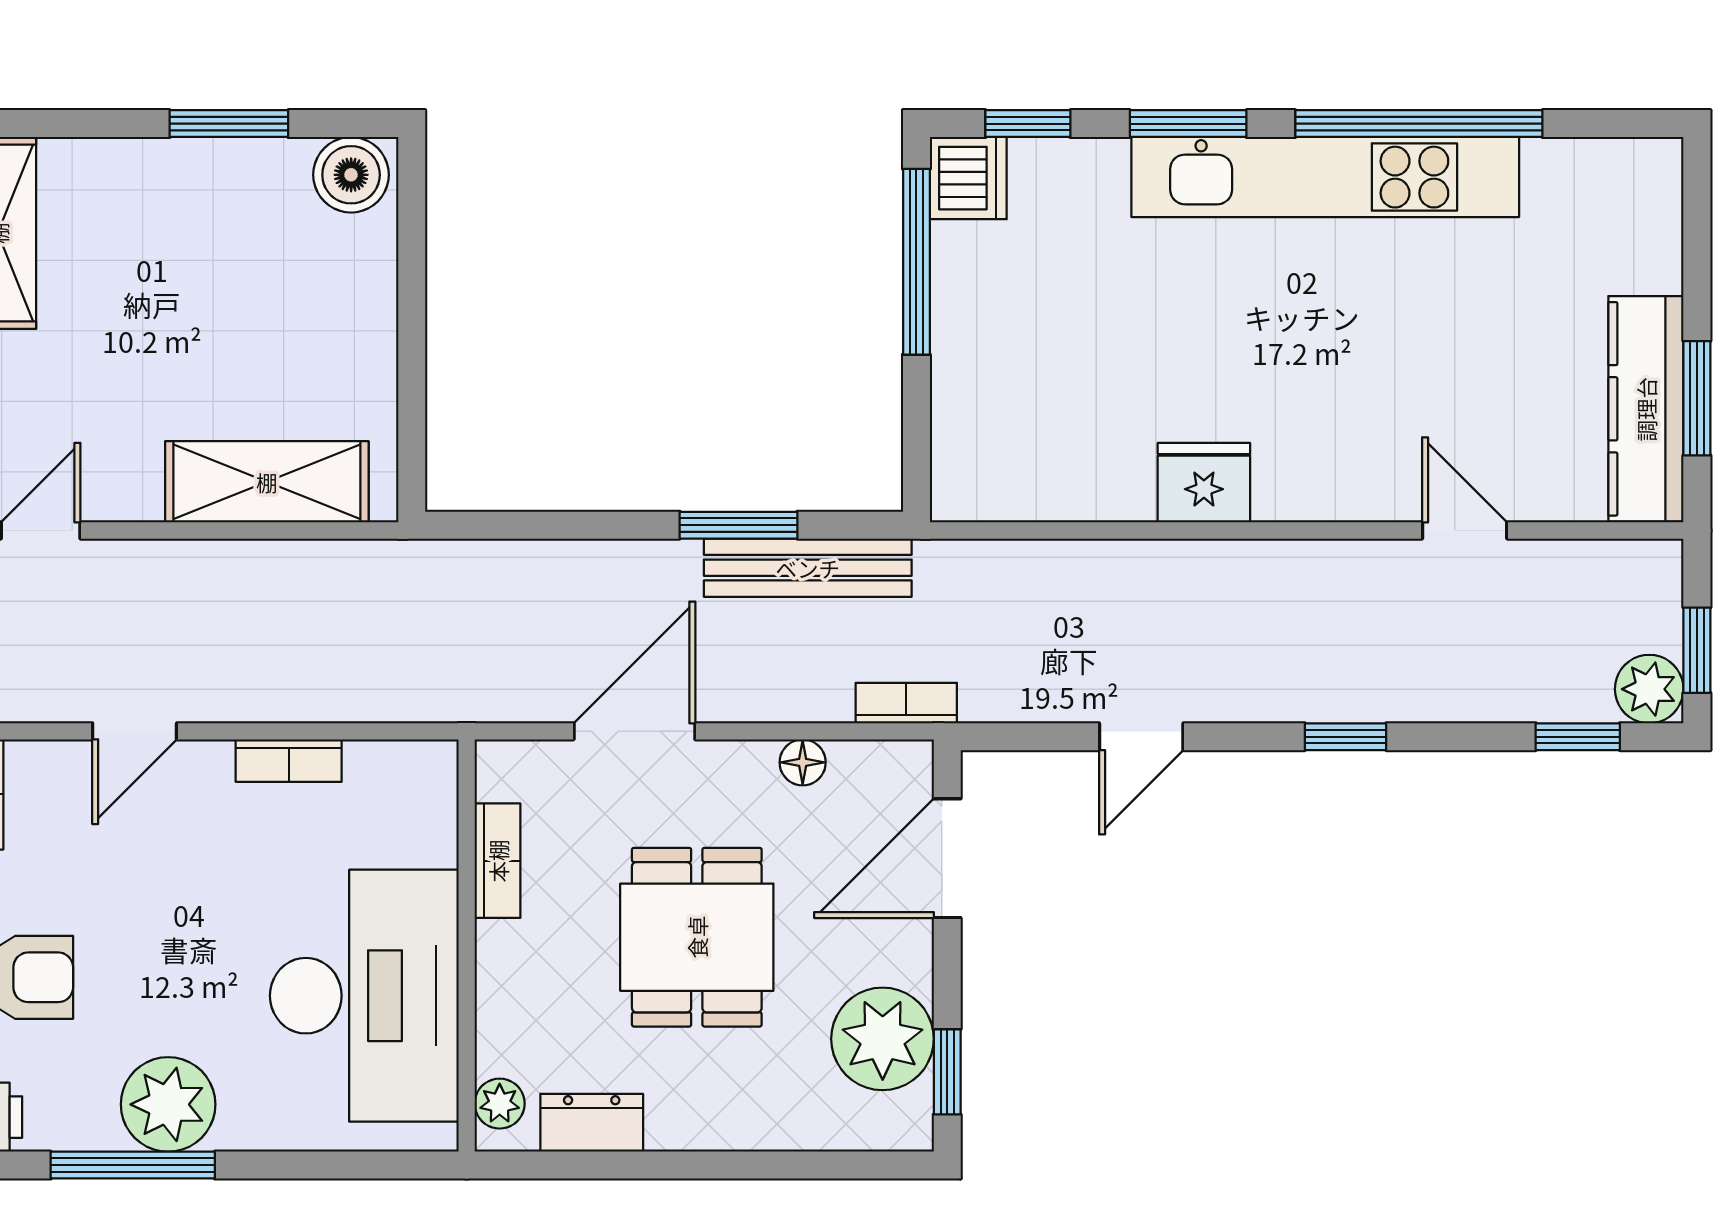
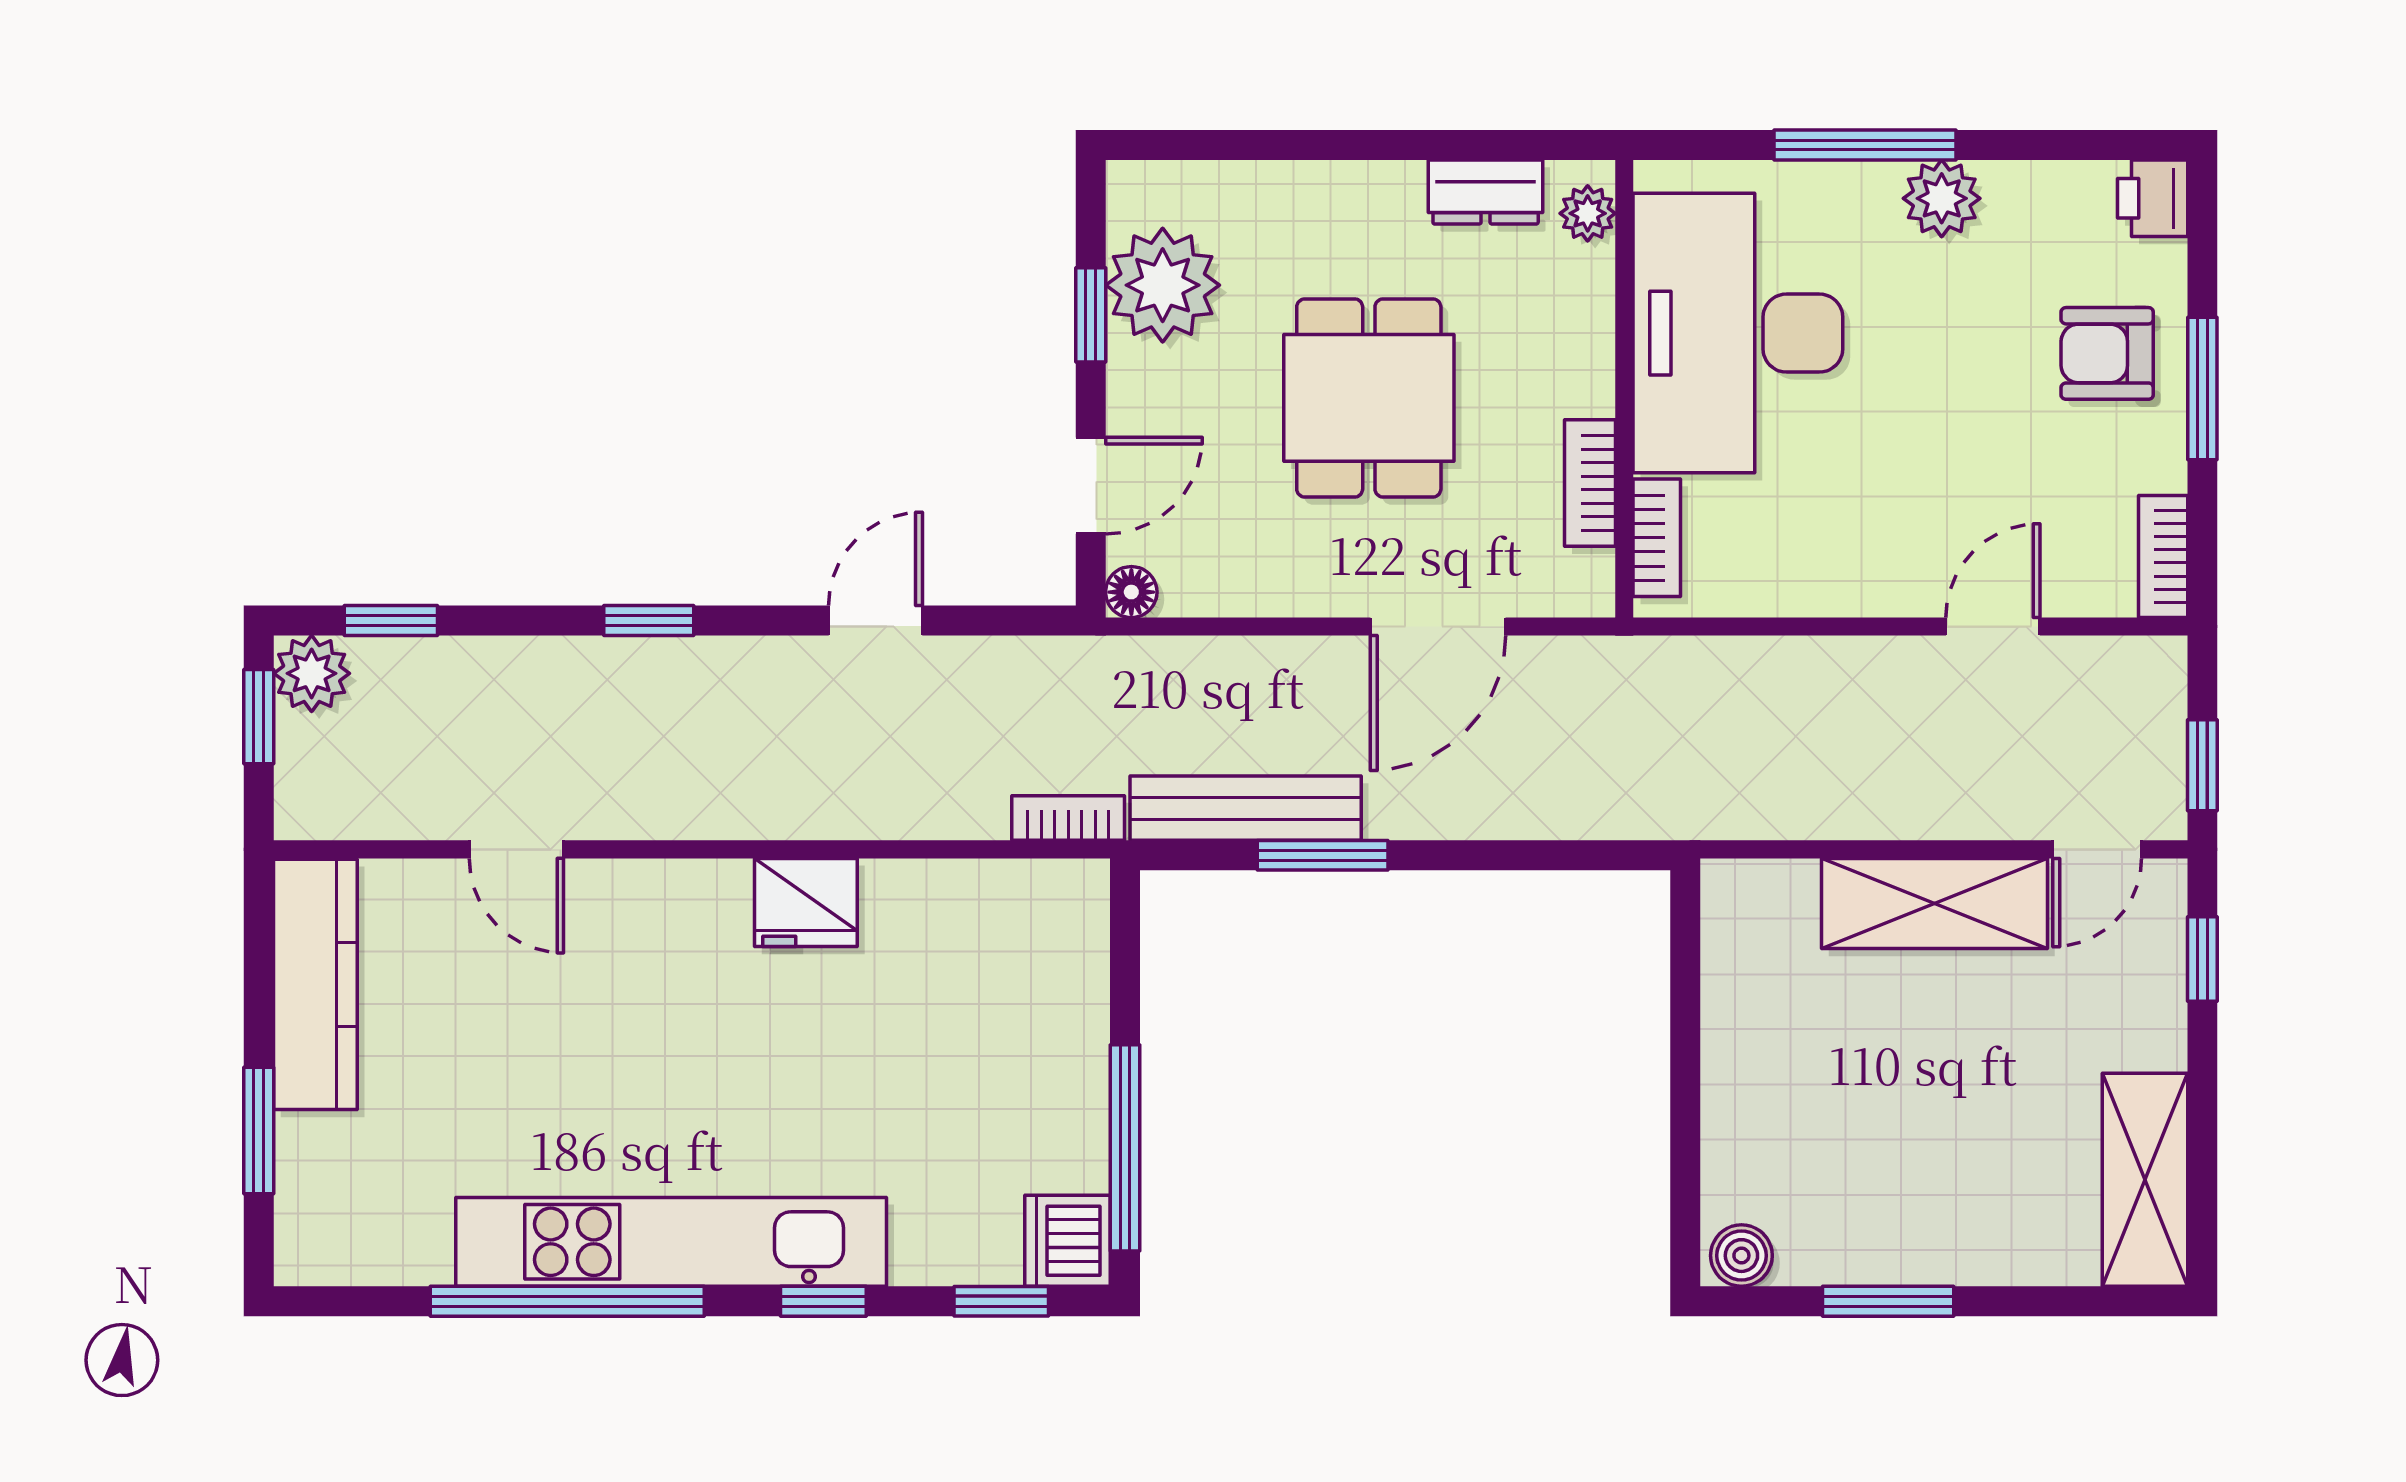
window: (1188, 124) -> (823, 1301), width x0.67
boiler: (351, 175) -> (1741, 1256), width x0.73, depth x0.73
window: (1697, 398) -> (259, 1130), moved
shelving: (267, 482) -> (1934, 903), moved
bookcase: (906, 703) -> (1068, 818), moved, turned 180
bookcase: (289, 761) -> (1657, 538), moved, turned 90
floor lamp: (803, 762) -> (1131, 592), moved
door: (947, 858) -> (1091, 486), width x0.73
window: (947, 1072) -> (1091, 315), moved
plant: (168, 1104) -> (1942, 198), width x0.73, depth x0.73
window: (133, 1165) -> (1865, 145), moved

